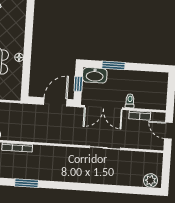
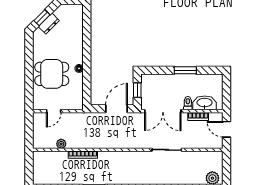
window: (114, 65) -> (185, 70), moved
washbasin: (95, 75) -> (205, 103), moved, turned 180

